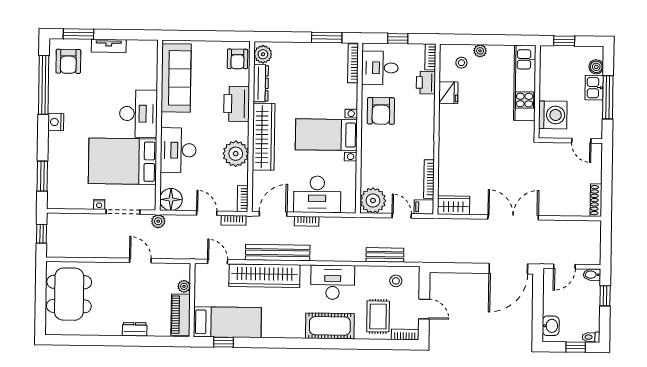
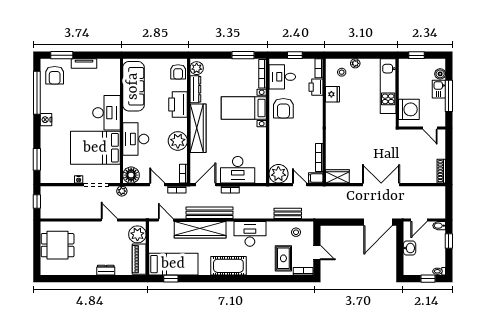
bed with nightstands: (326, 135) -> (244, 108), moved
plant: (184, 286) -> (137, 234), width x1.88, depth x1.88
dining table: (69, 294) -> (58, 245), width x0.73
cot: (330, 326) -> (228, 266), moved
washbasin: (551, 326) -> (410, 248), moved

